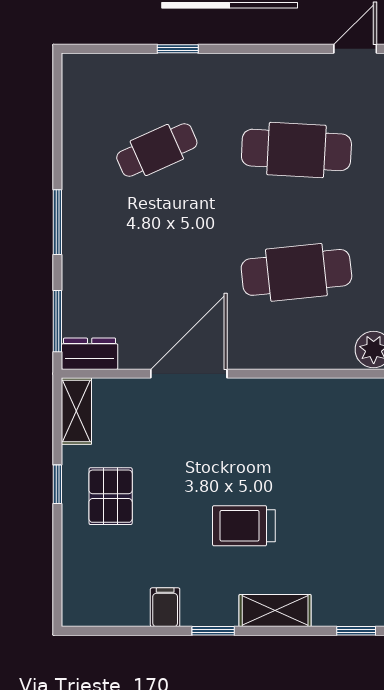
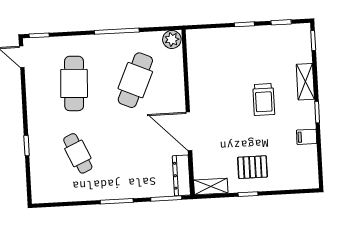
cafe table: (296, 272) -> (135, 80), turned 30
dresser: (90, 354) -> (181, 175), width x1.44

